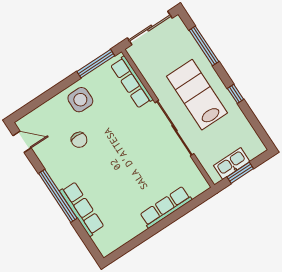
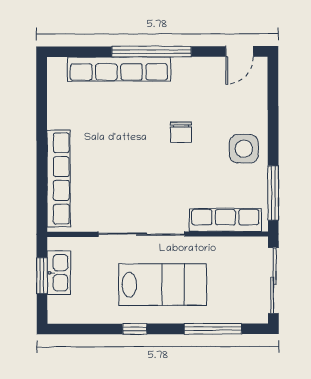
chair: (79, 140) -> (181, 132), moved, turned -90
row of seats: (166, 207) -> (59, 178), width x1.36
row of seats: (82, 209) -> (119, 69), width x1.36

